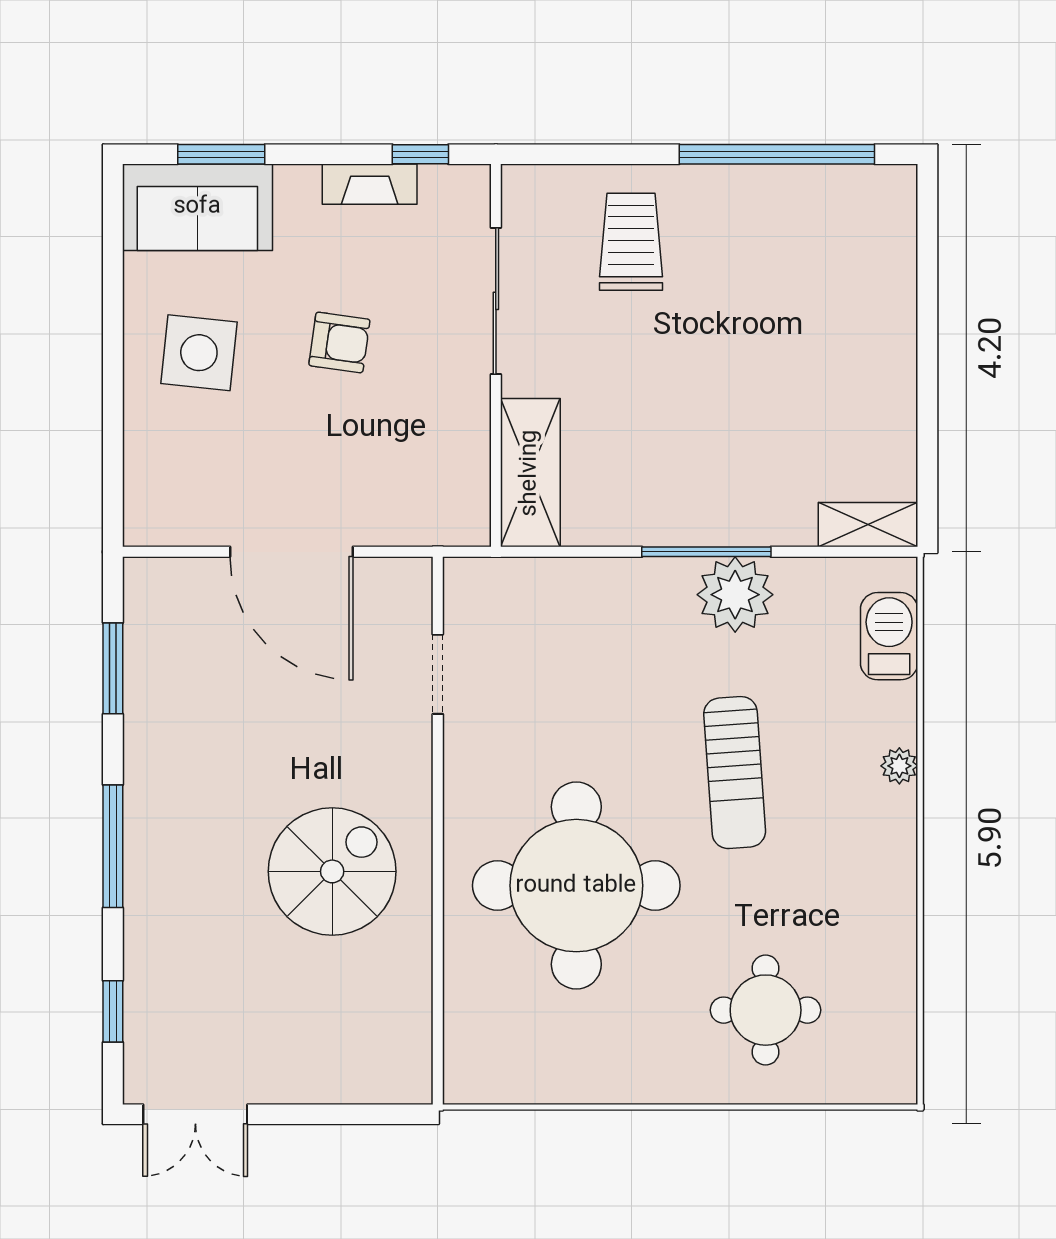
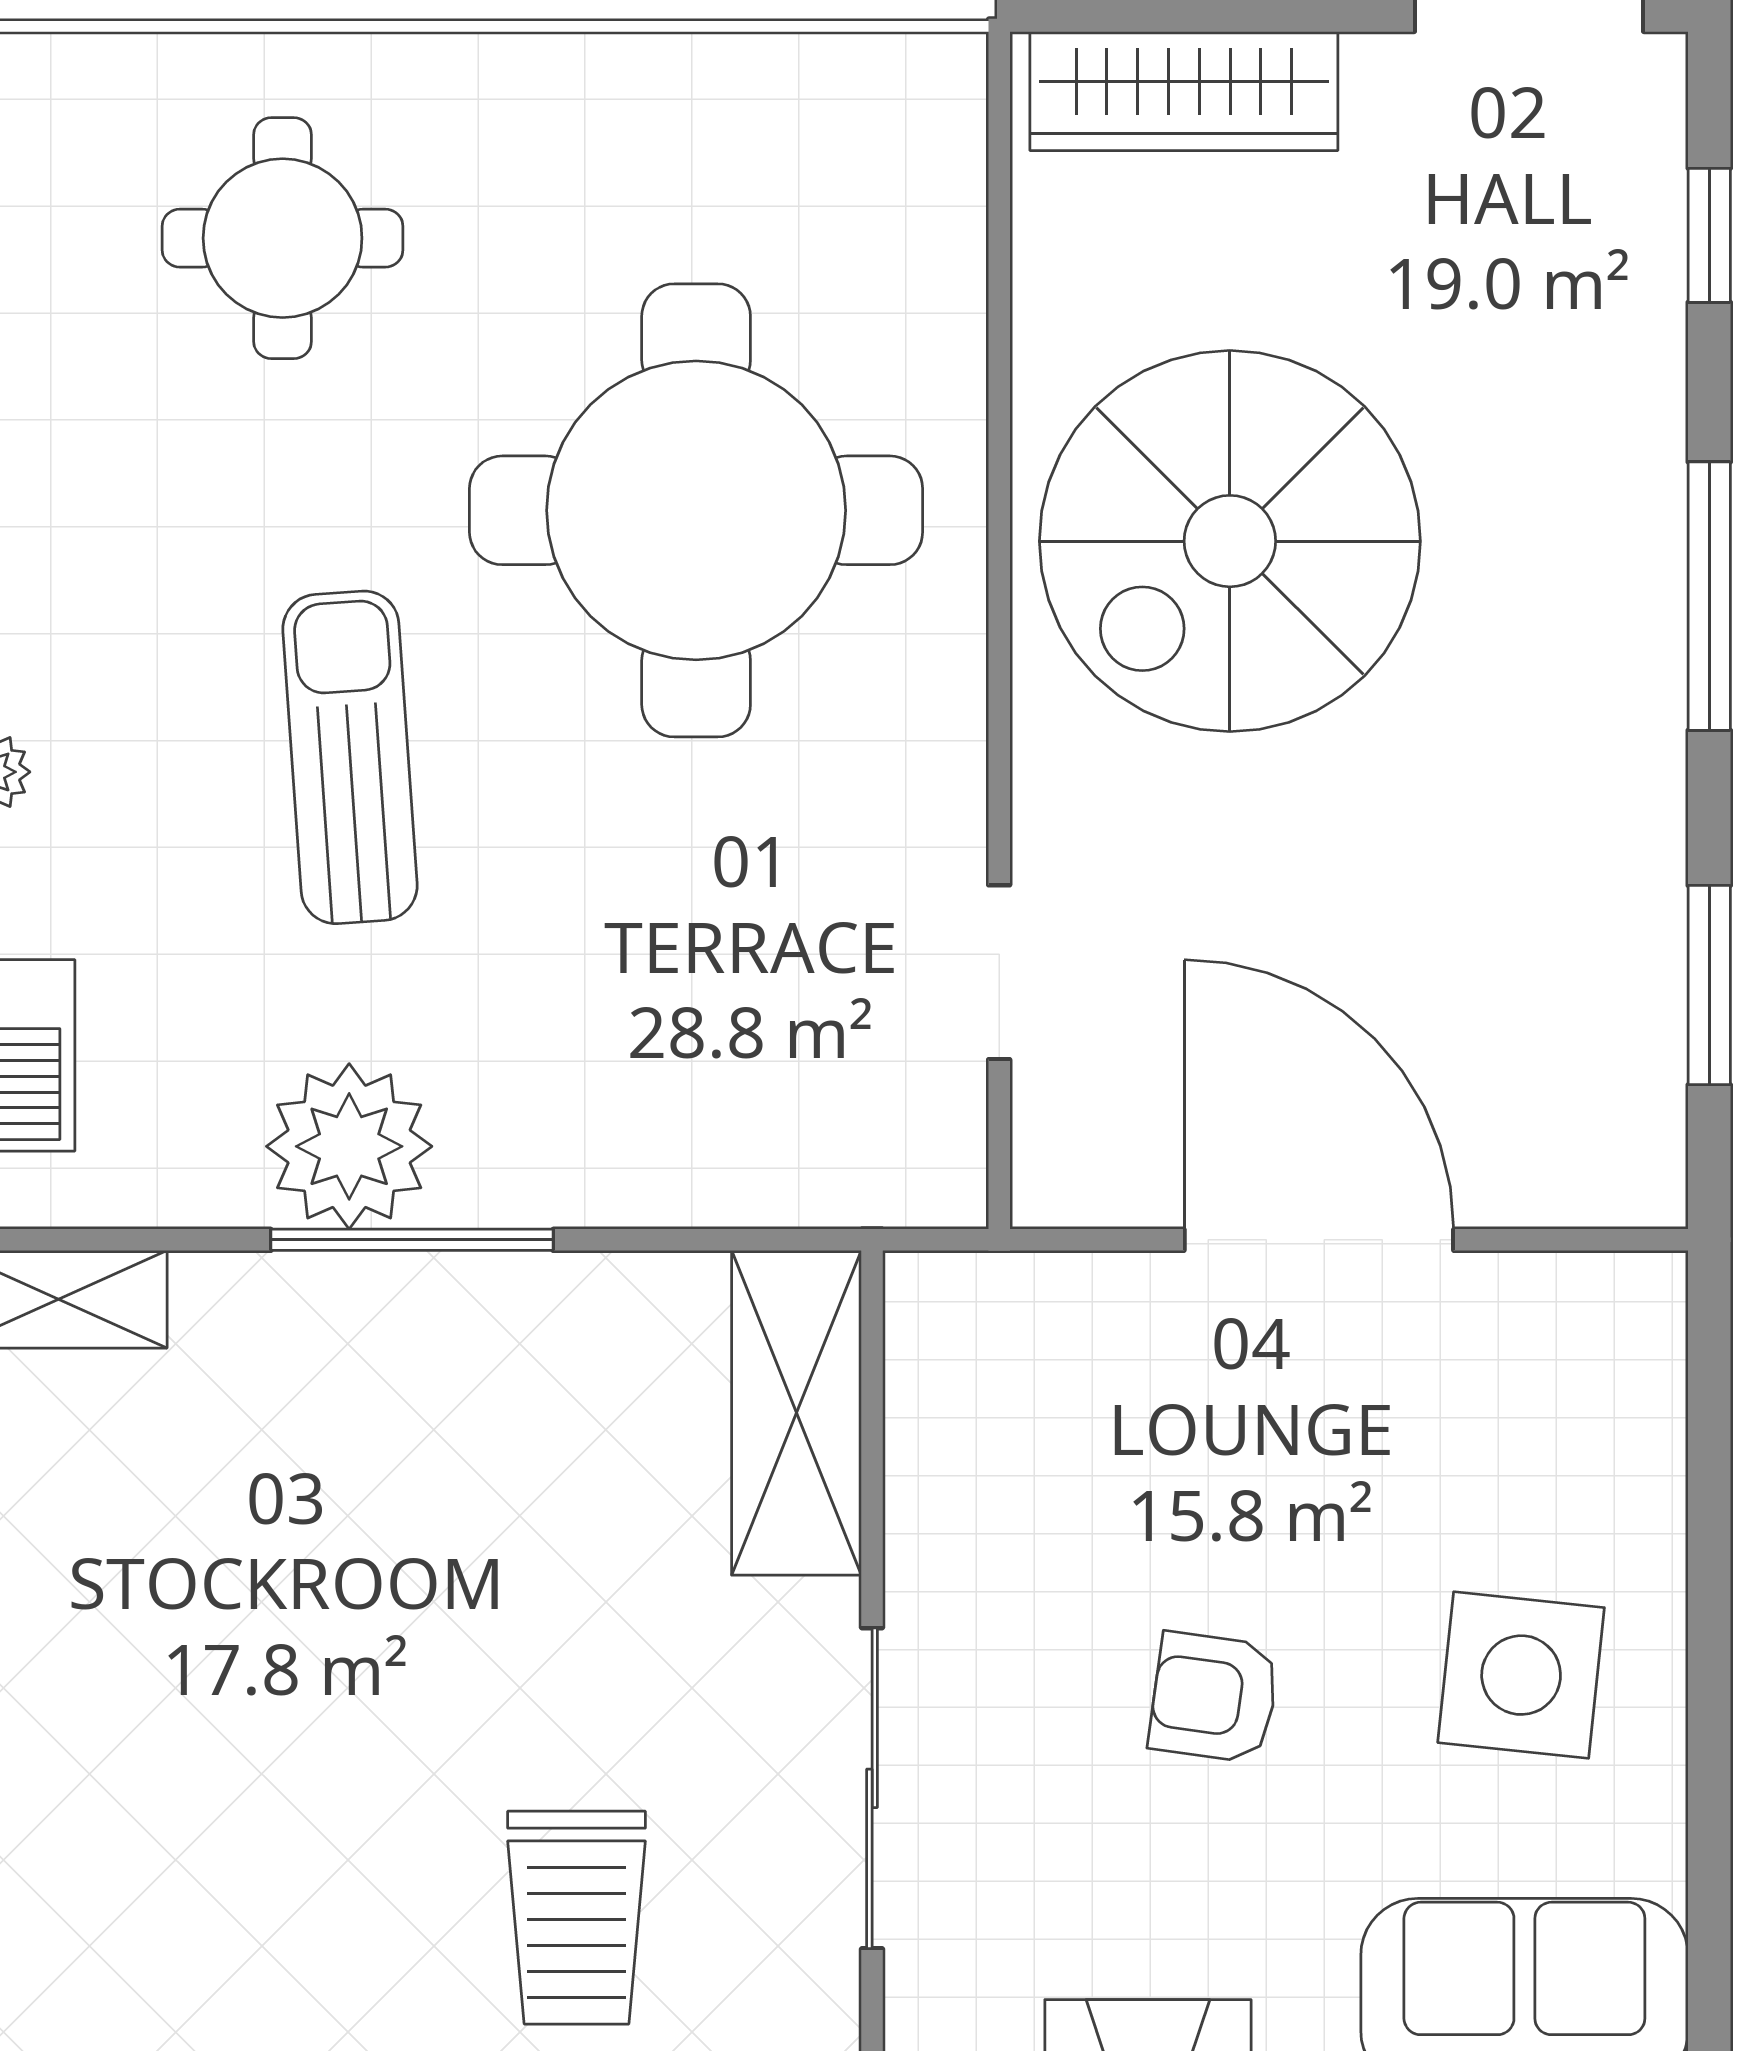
spiral stairs: (332, 871) -> (1230, 541), width x1.37, depth x1.37
wardrobe: (353, 1077) -> (1184, 91), added

